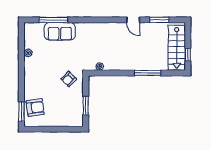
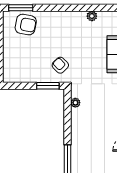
window: (86, 106) -> (48, 86), moved
armchair: (35, 107) -> (26, 25), turned -71

